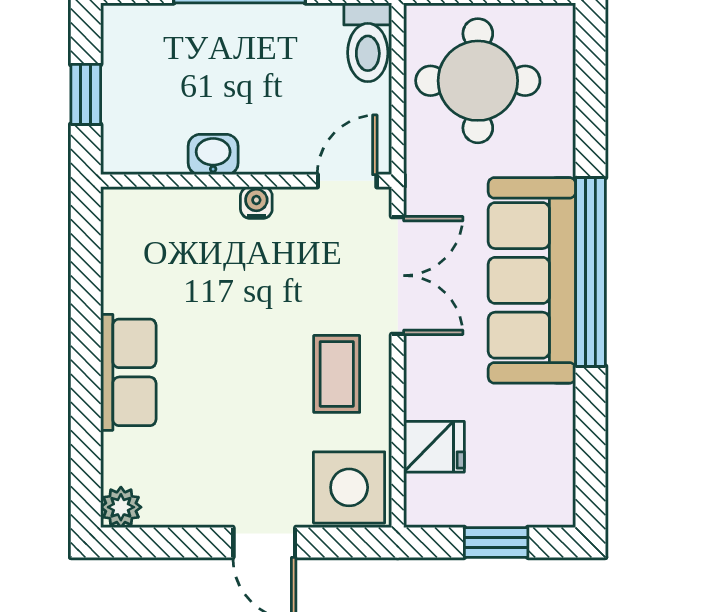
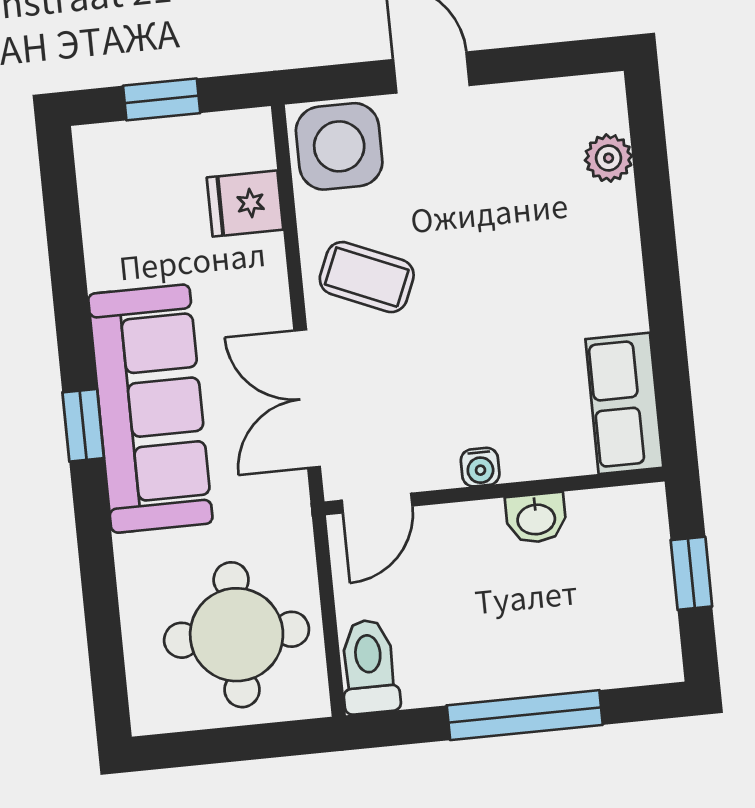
window: (590, 272) -> (83, 425), width x0.32
row of seats: (128, 372) -> (624, 403), moved
coffee table: (337, 374) -> (367, 277), turned -67
plant: (121, 507) -> (609, 158), moved

